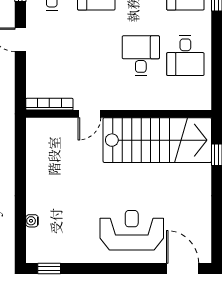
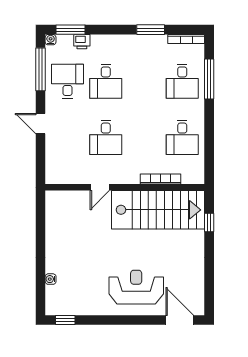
desk: (141, 56) -> (106, 137), moved, turned 180
bookcase: (49, 104) -> (161, 179), moved

